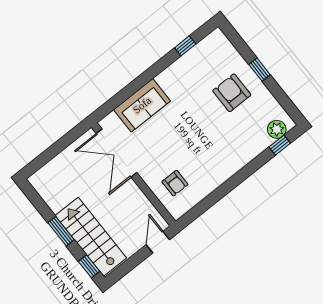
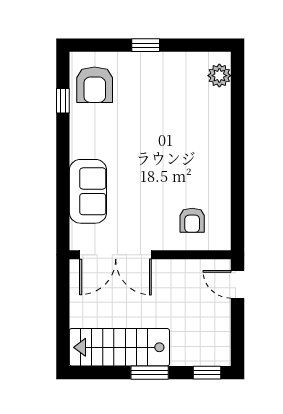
armchair: (232, 93) -> (95, 85), moved, turned -90
window: (280, 145) -> (238, 85), removed
armchair: (175, 183) -> (192, 220), turned 90
stairs: (91, 237) -> (119, 347), moved

